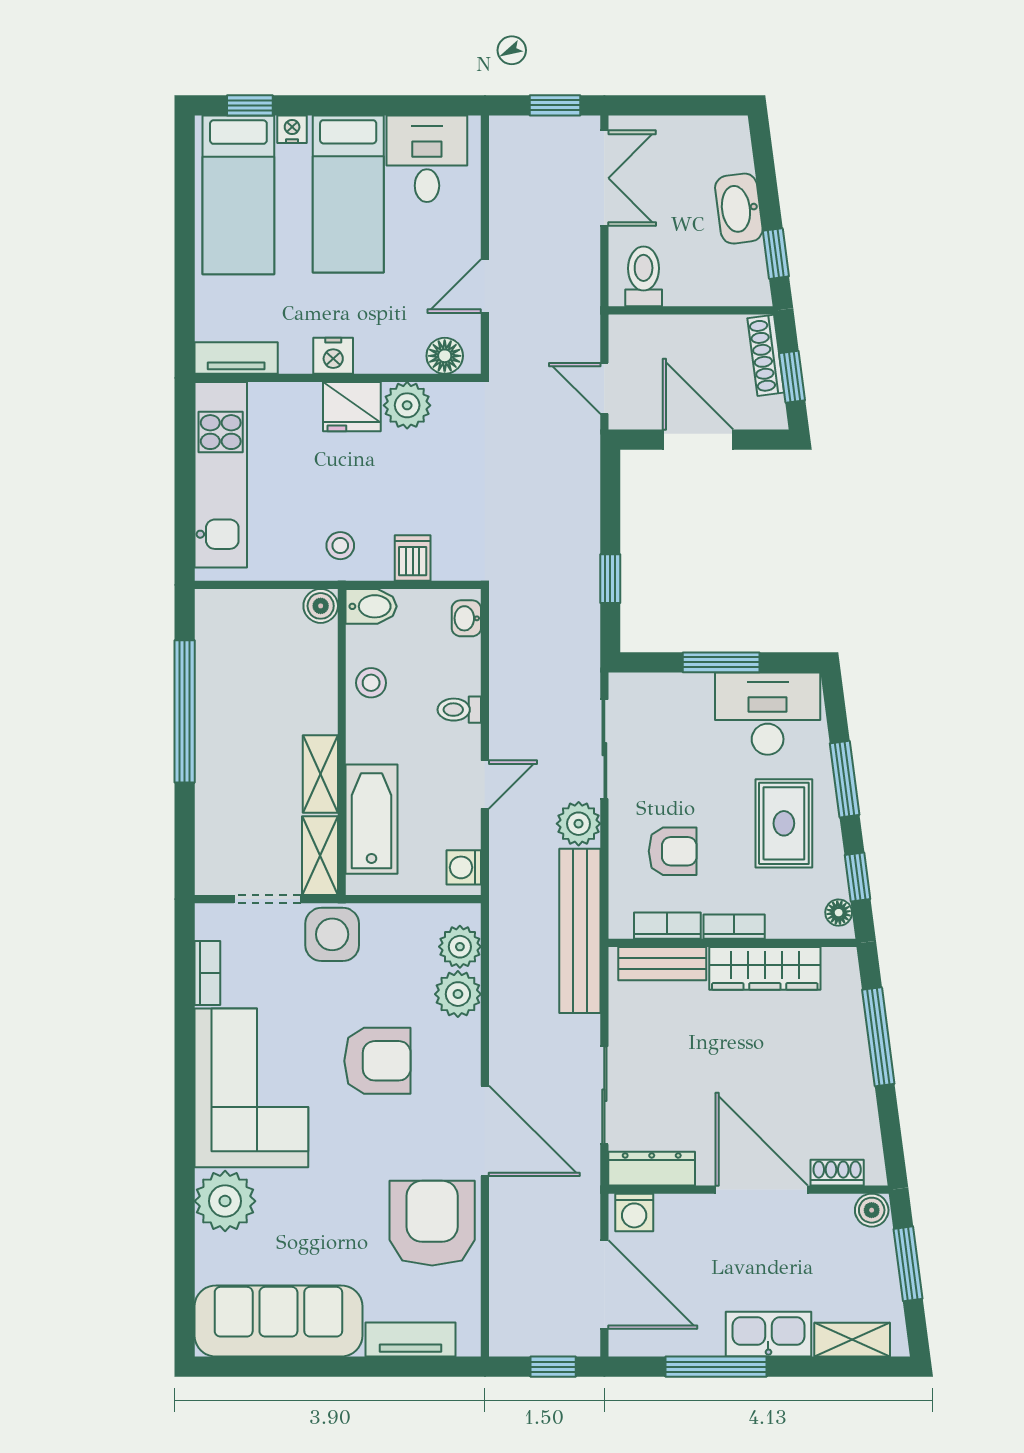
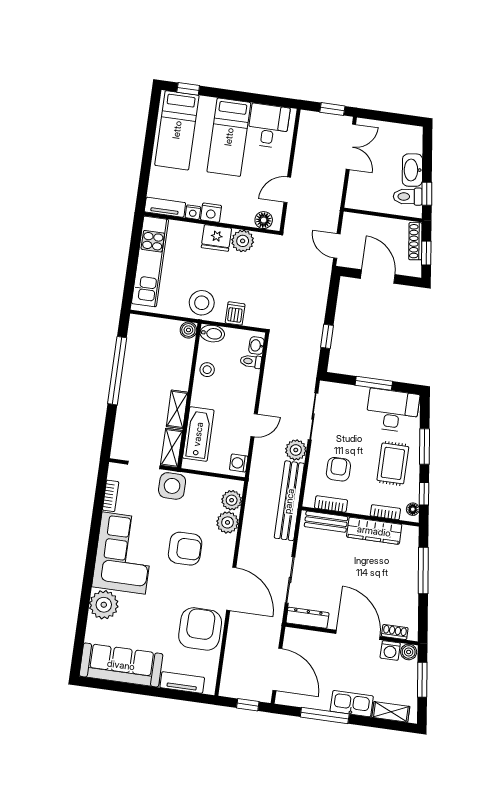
nightstand: (292, 129) -> (193, 212), moved, turned 180
toilet: (644, 276) -> (408, 197), moved, turned -97
stool: (340, 546) -> (202, 303), width x1.89, depth x1.89
toilet: (459, 710) -> (251, 361), moved
armchair: (673, 851) -> (338, 469), turned -90
bookcase: (734, 927) -> (385, 512), moved
washing machine: (634, 1212) -> (390, 650), moved

